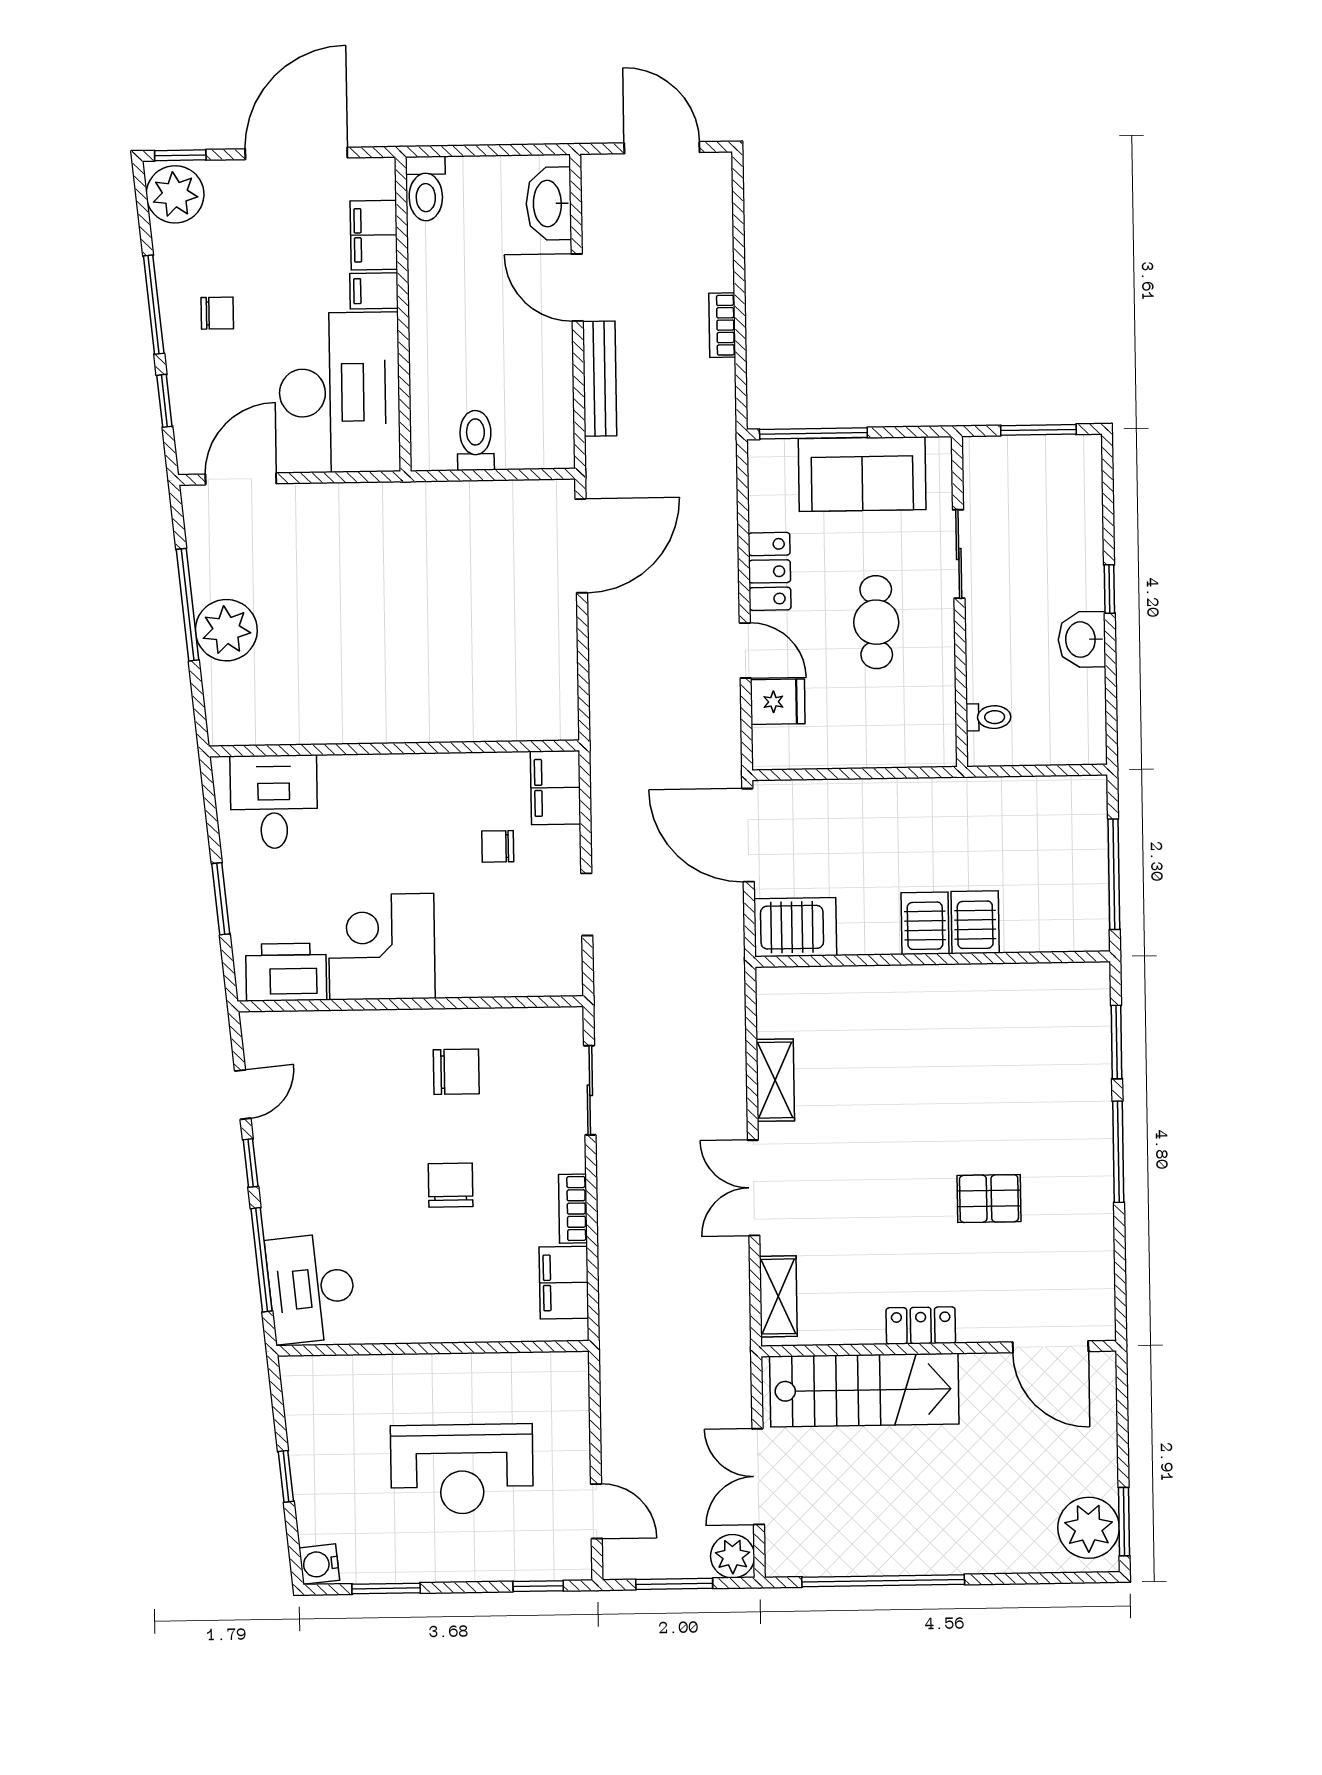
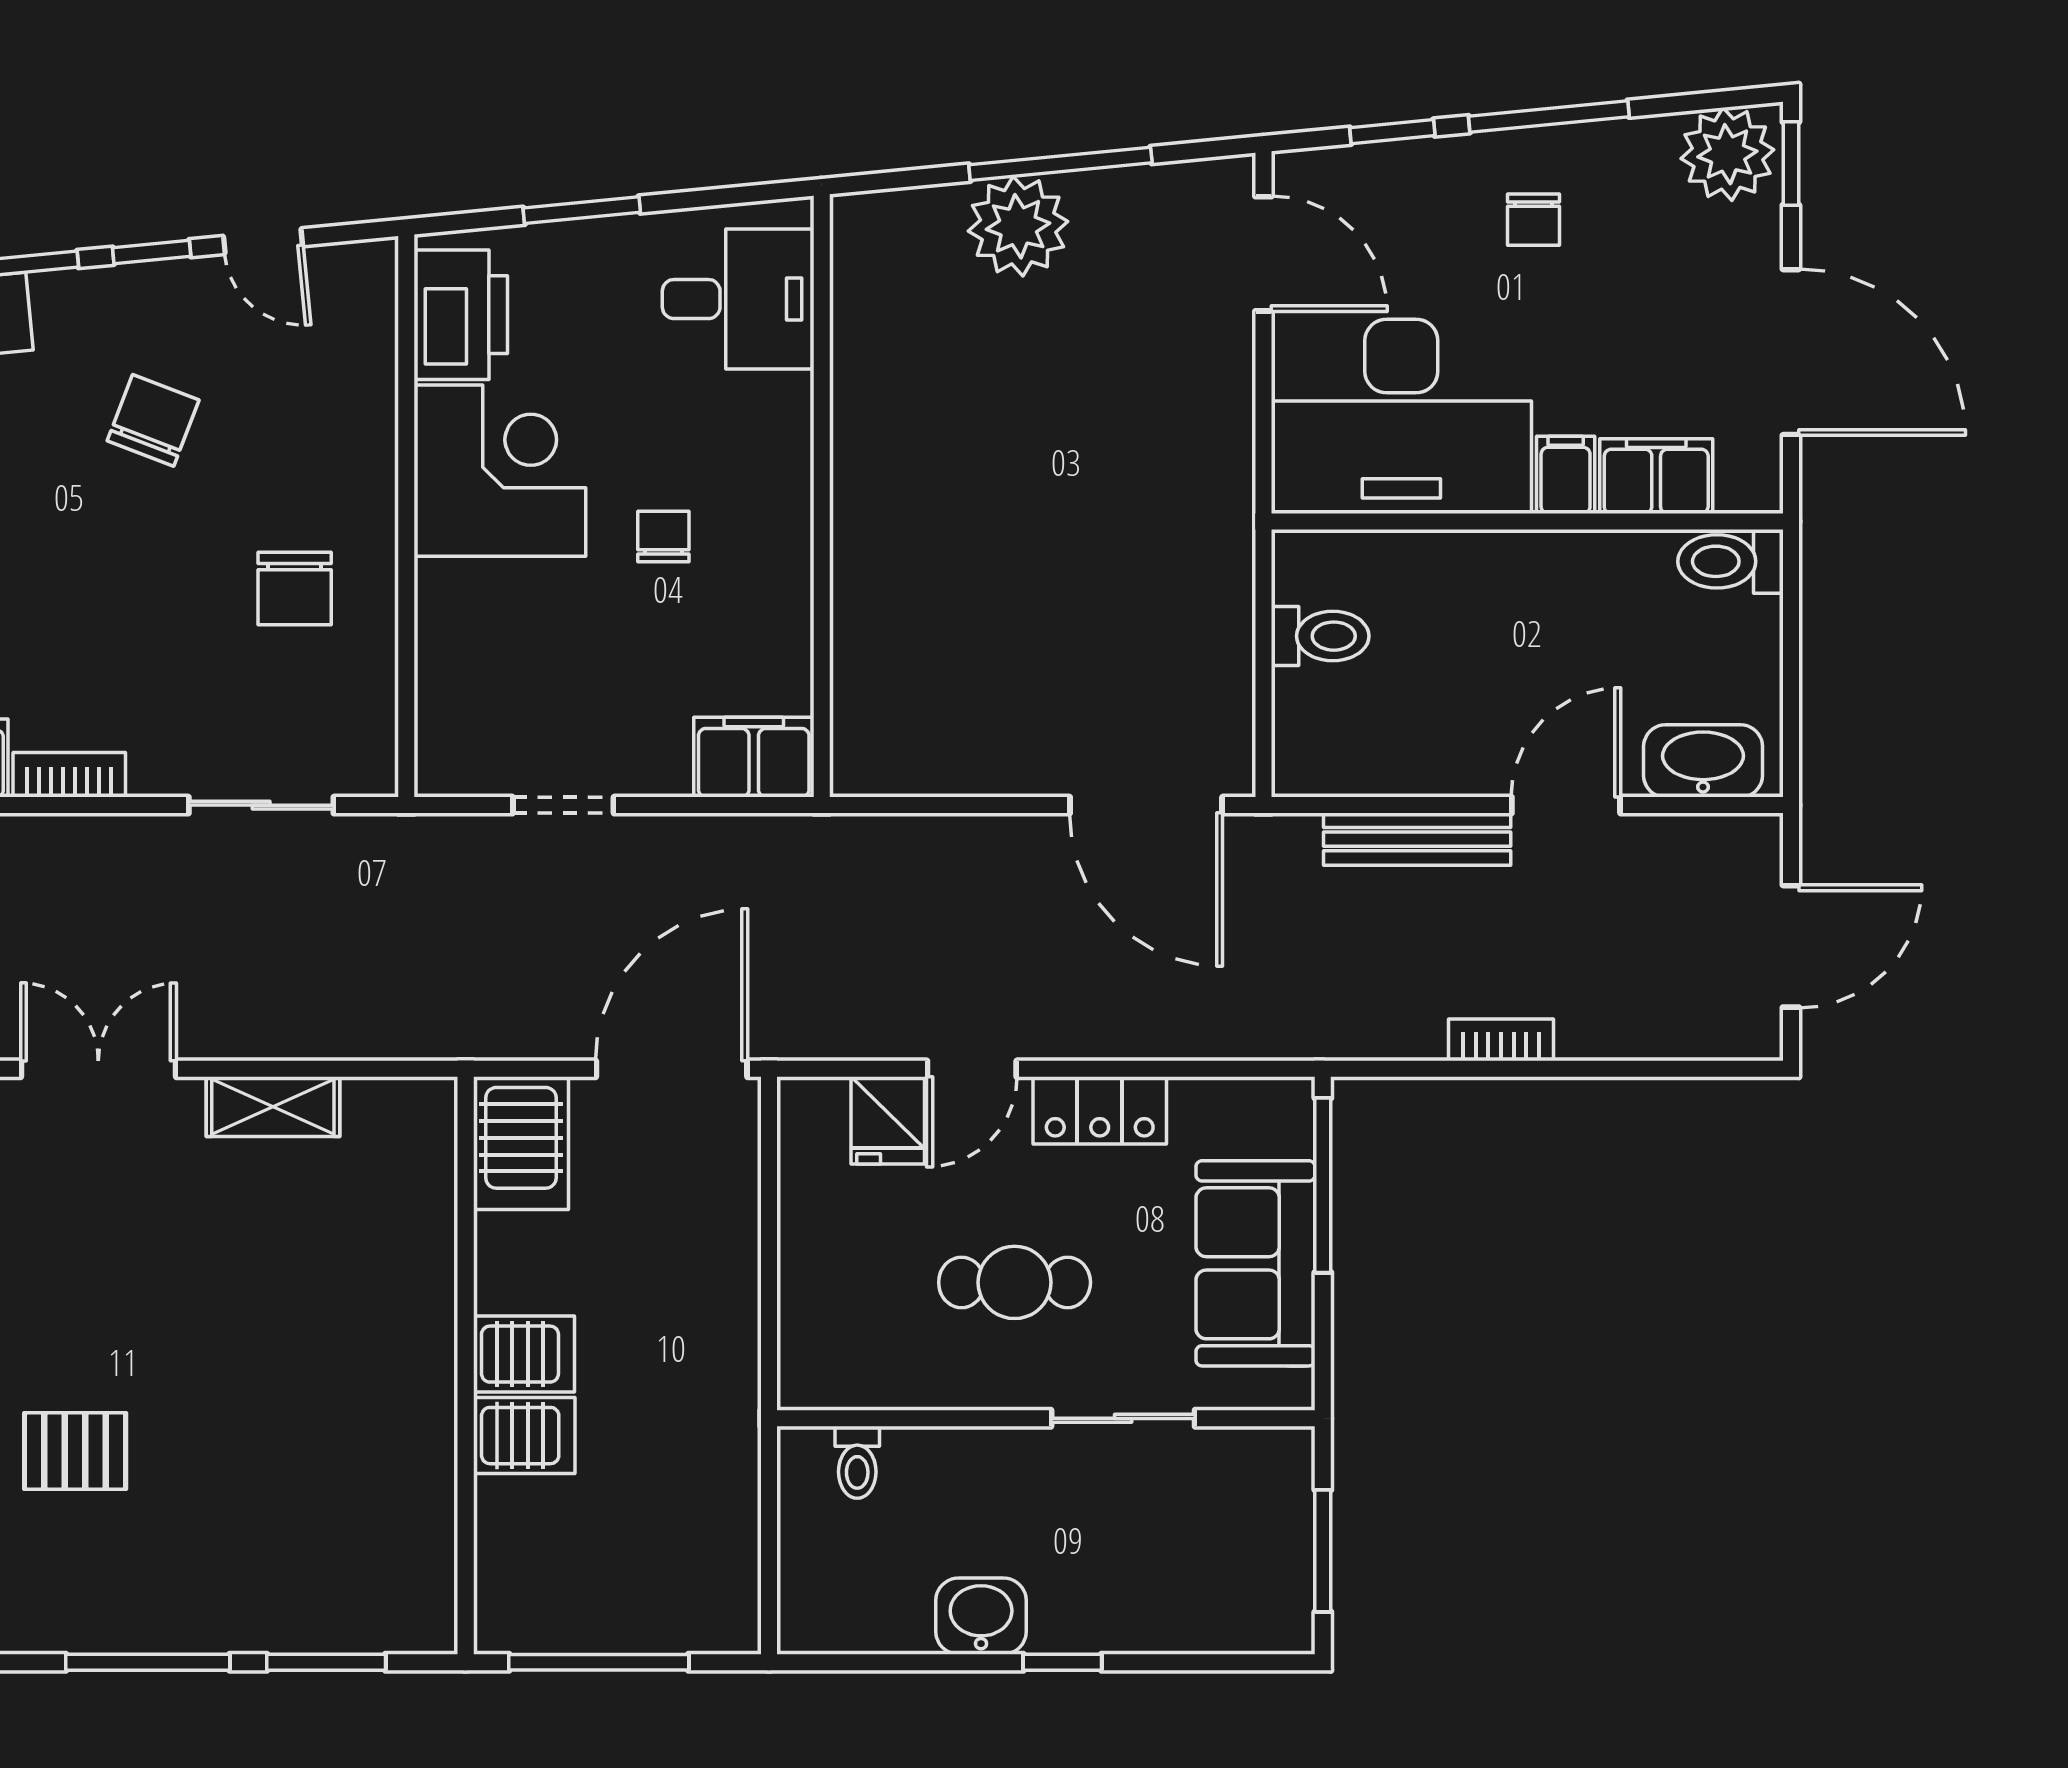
chair: (498, 846) -> (663, 537), moved
chair: (451, 1185) -> (153, 420), moved, turned -69
pallet: (989, 1199) -> (75, 1451), turned 90

